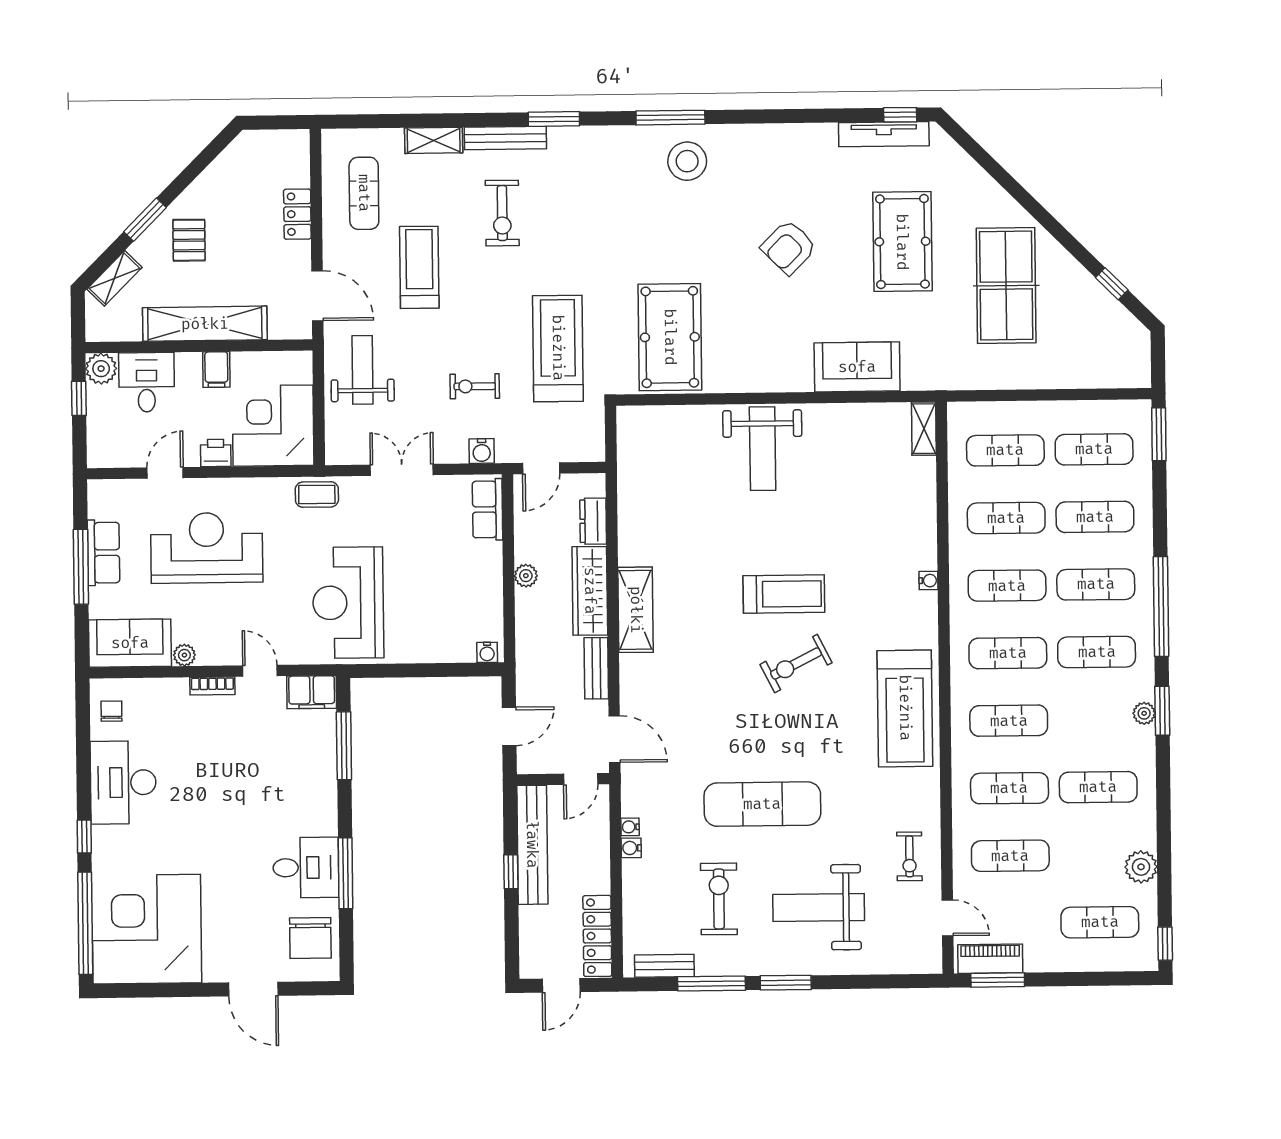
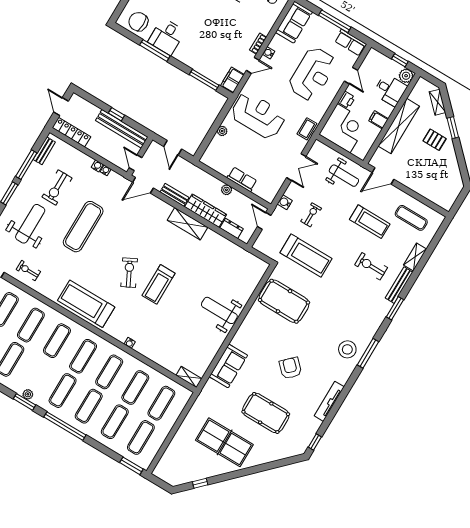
tv unit: (884, 134) -> (329, 401), moved
locker: (297, 214) -> (419, 187), removed
row of seats: (488, 509) -> (242, 179), moved
row of seats: (104, 553) -> (351, 43), moved
water cooler: (487, 652) -> (269, 53), moved
plant: (184, 655) -> (222, 131), moved
exercise bike: (719, 899) -> (57, 187), turned 90

